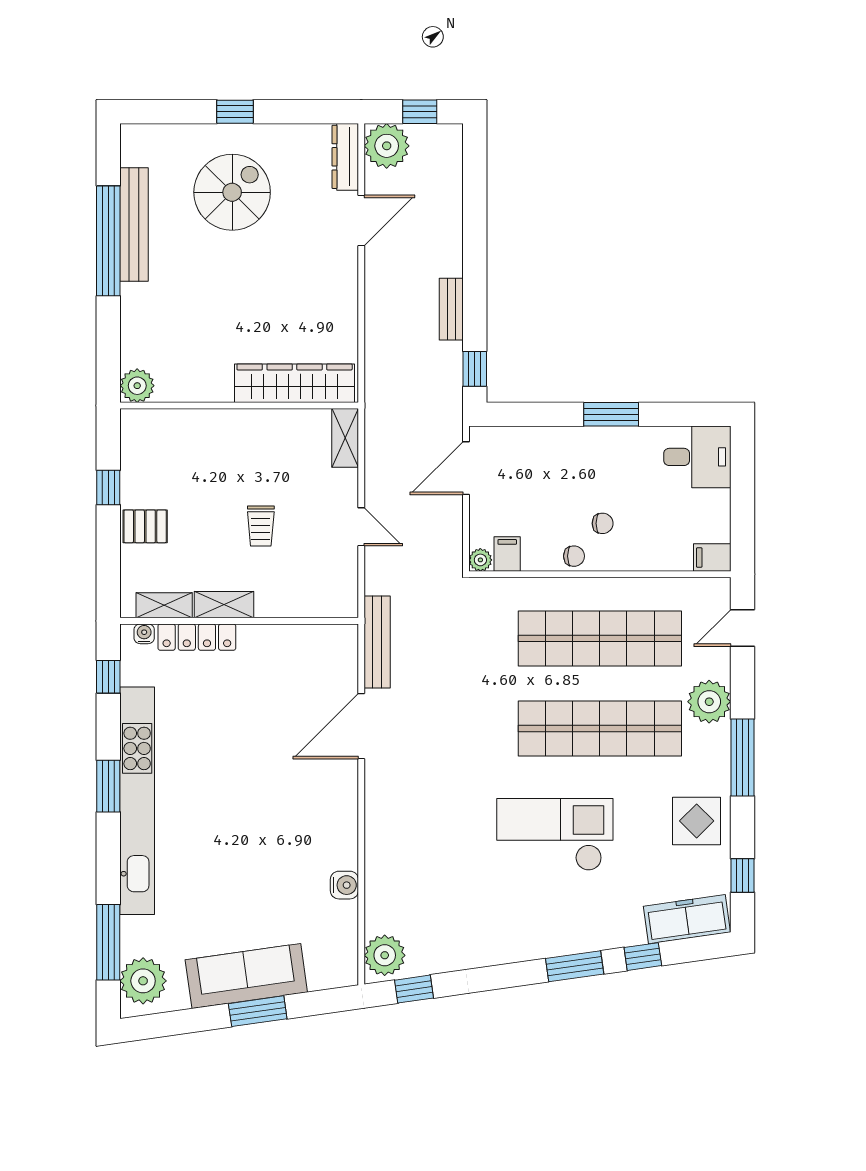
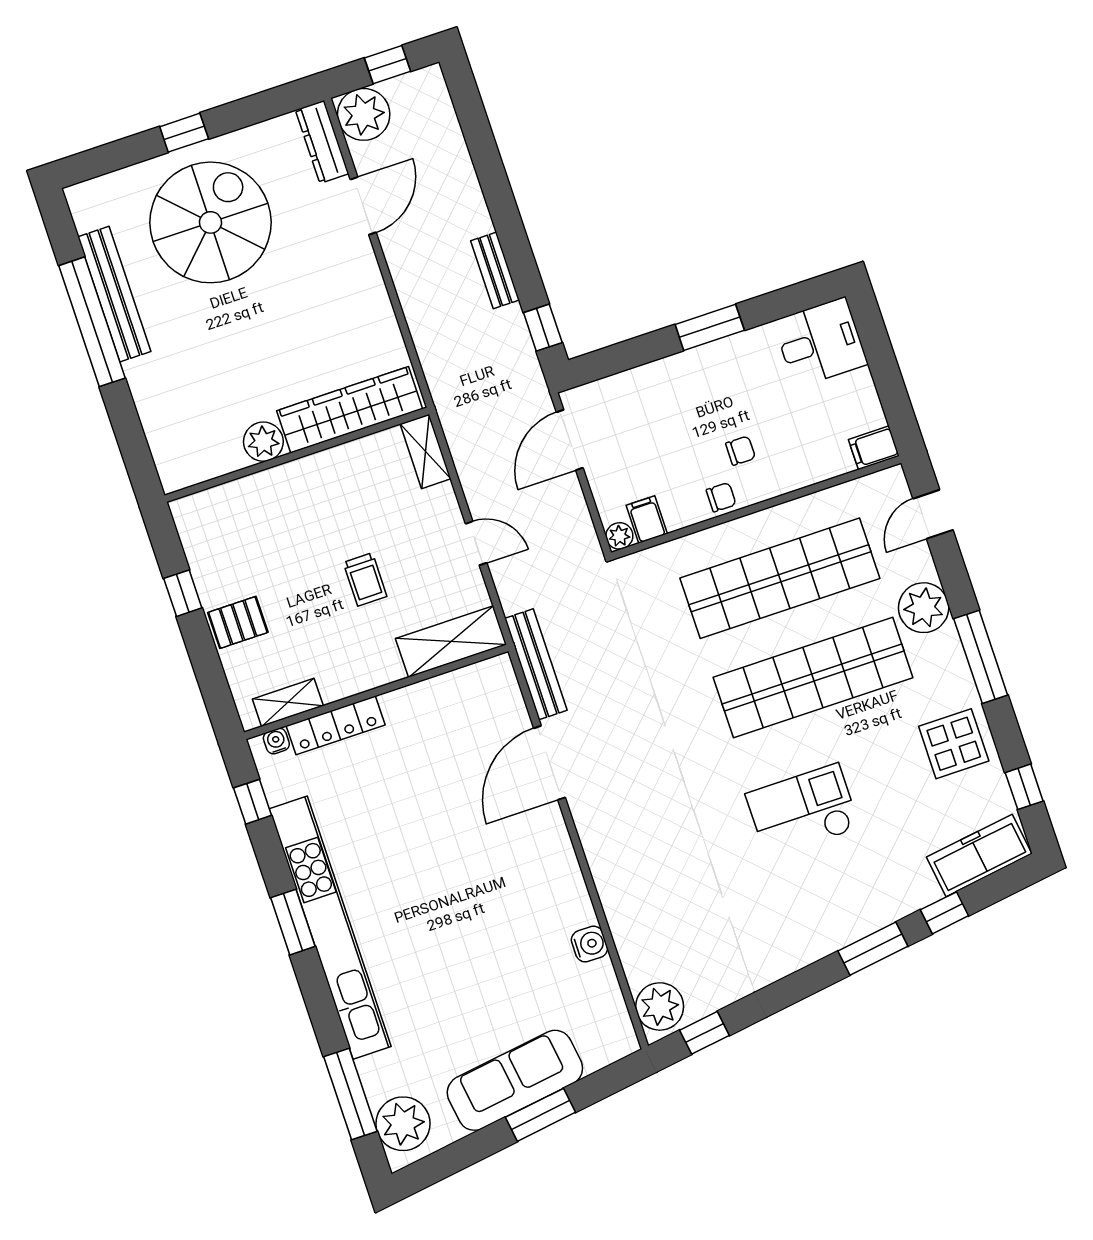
spiral stairs: (232, 192) -> (210, 222), width x1.37, depth x1.37
plant: (137, 386) -> (263, 442), moved
shelving: (224, 605) -> (451, 642), moved, width x1.50, depth x1.33
checkout: (555, 834) -> (803, 811), width x0.73, depth x0.83

